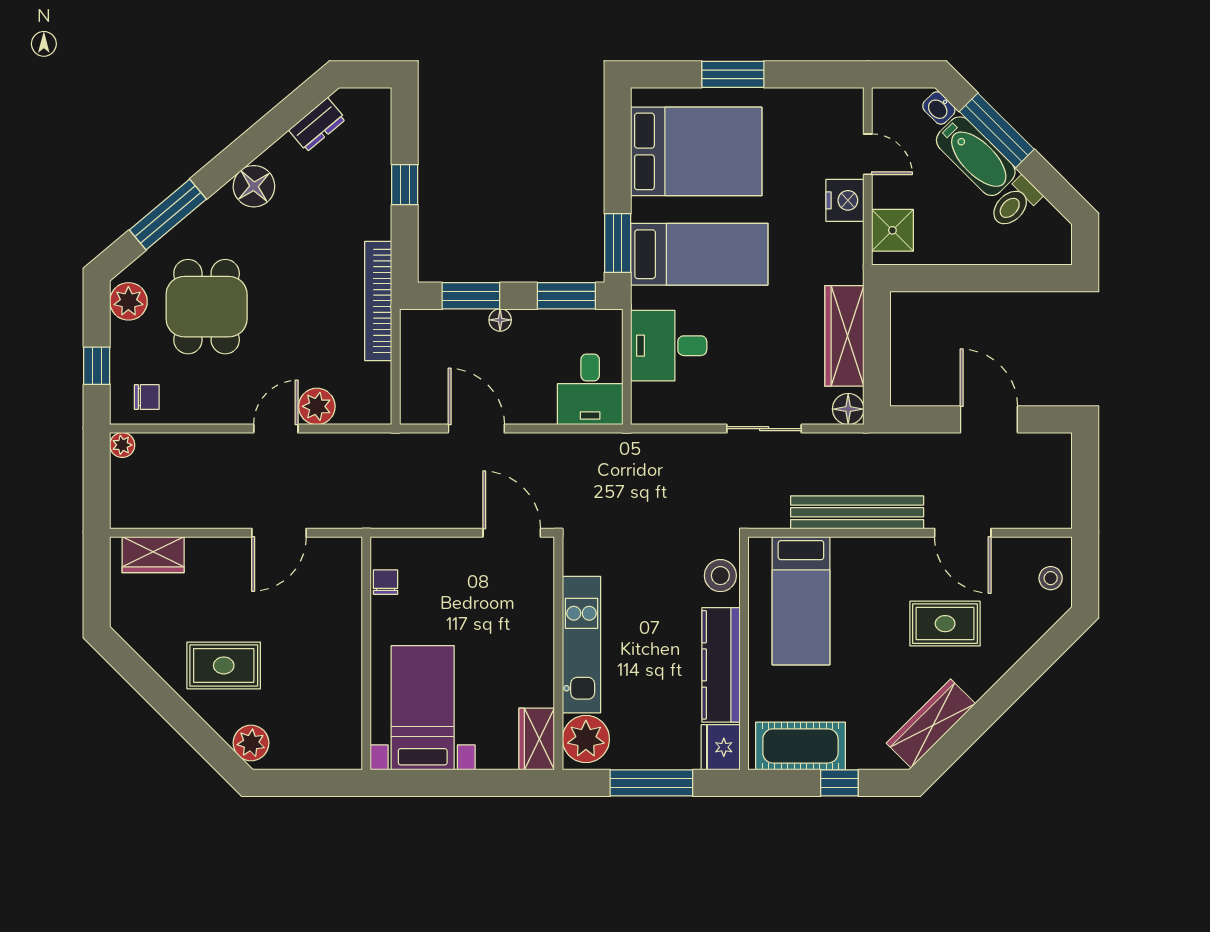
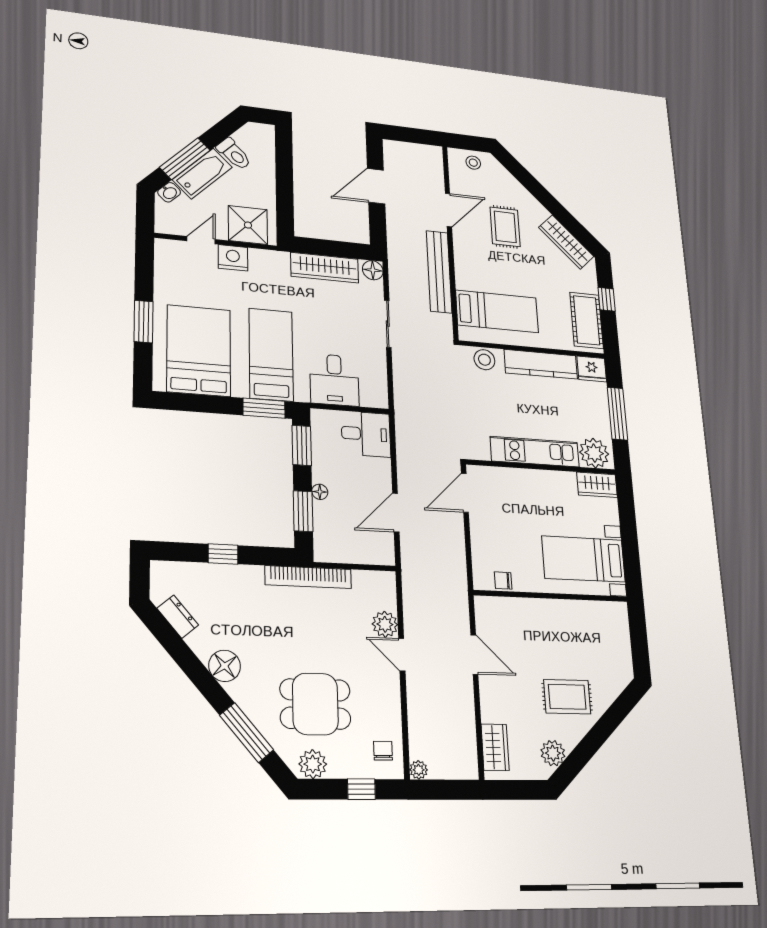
shower: (892, 230) -> (248, 225), width x1.36, depth x1.36
rug: (224, 665) -> (567, 697), turned 90
plant: (251, 743) -> (553, 753), moved

